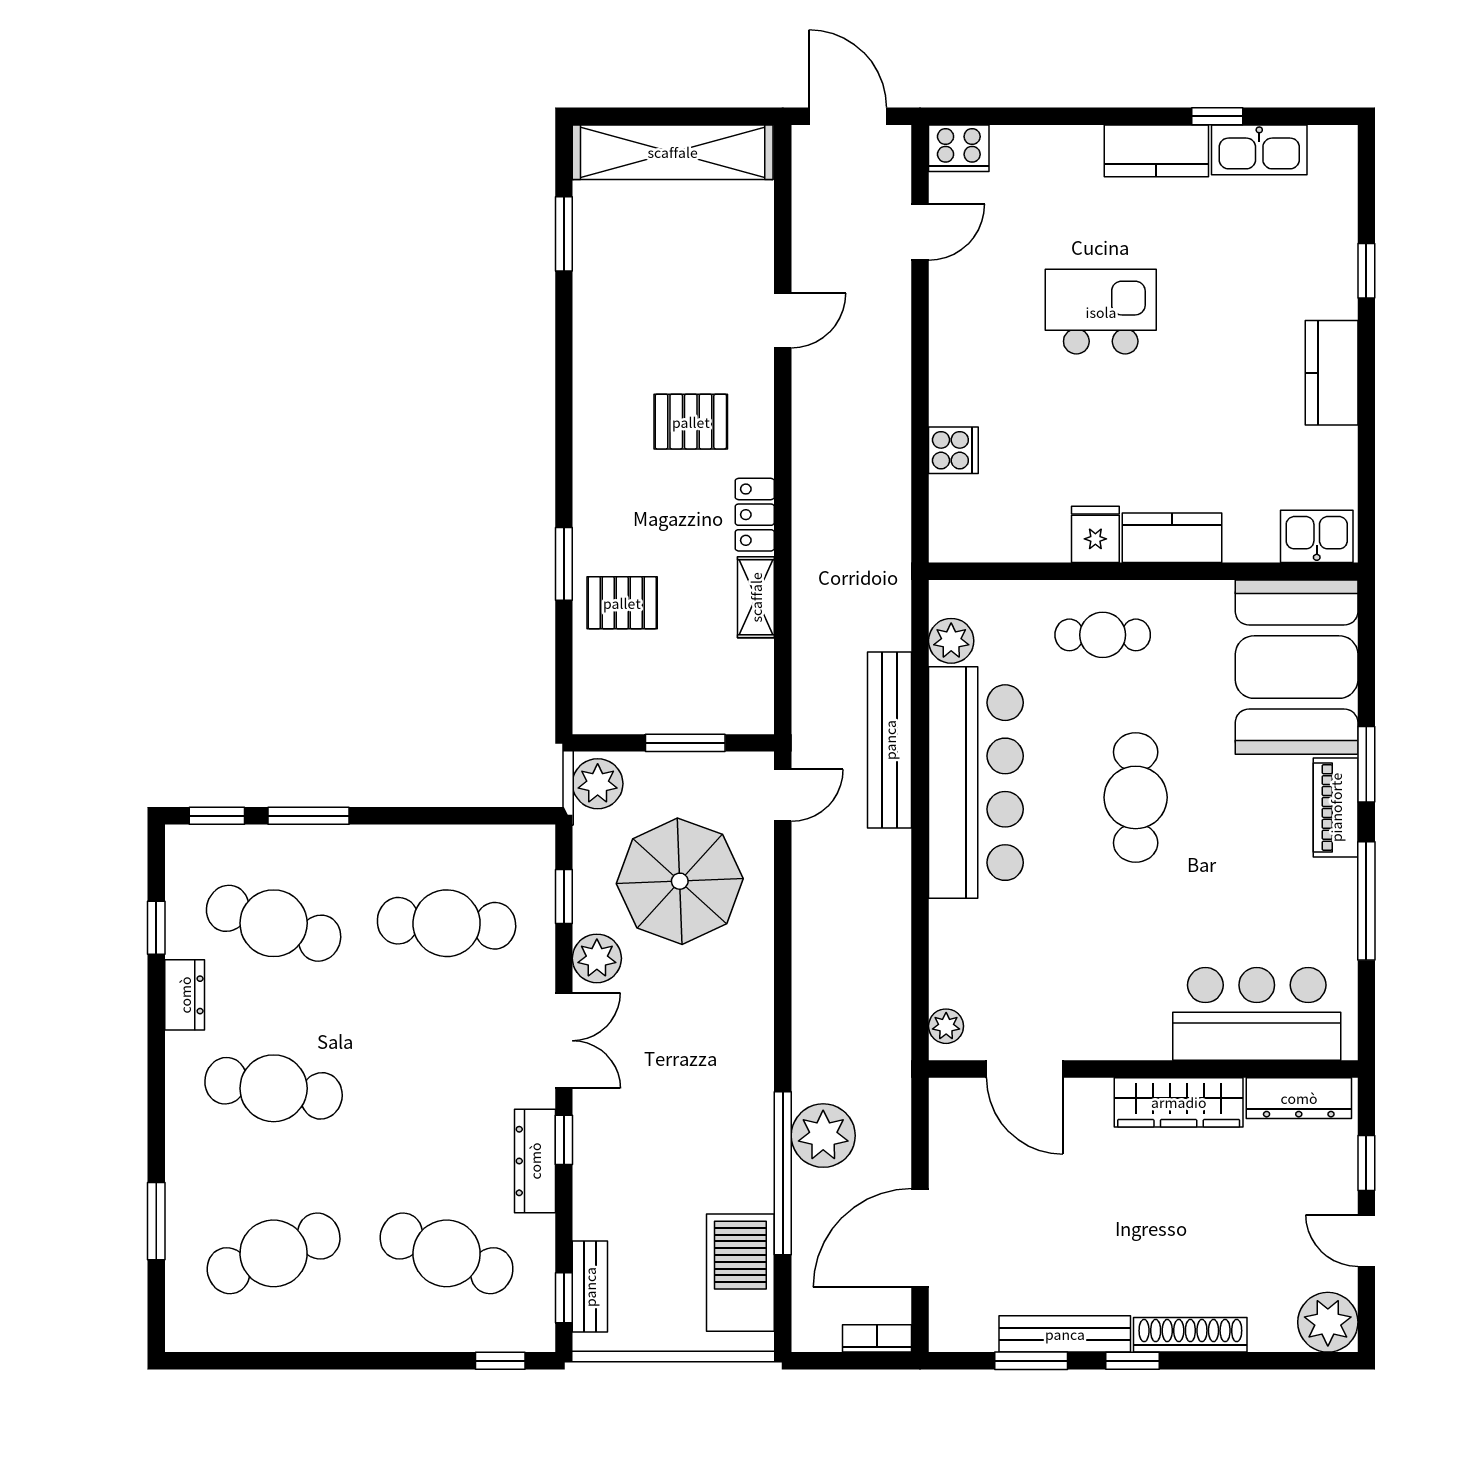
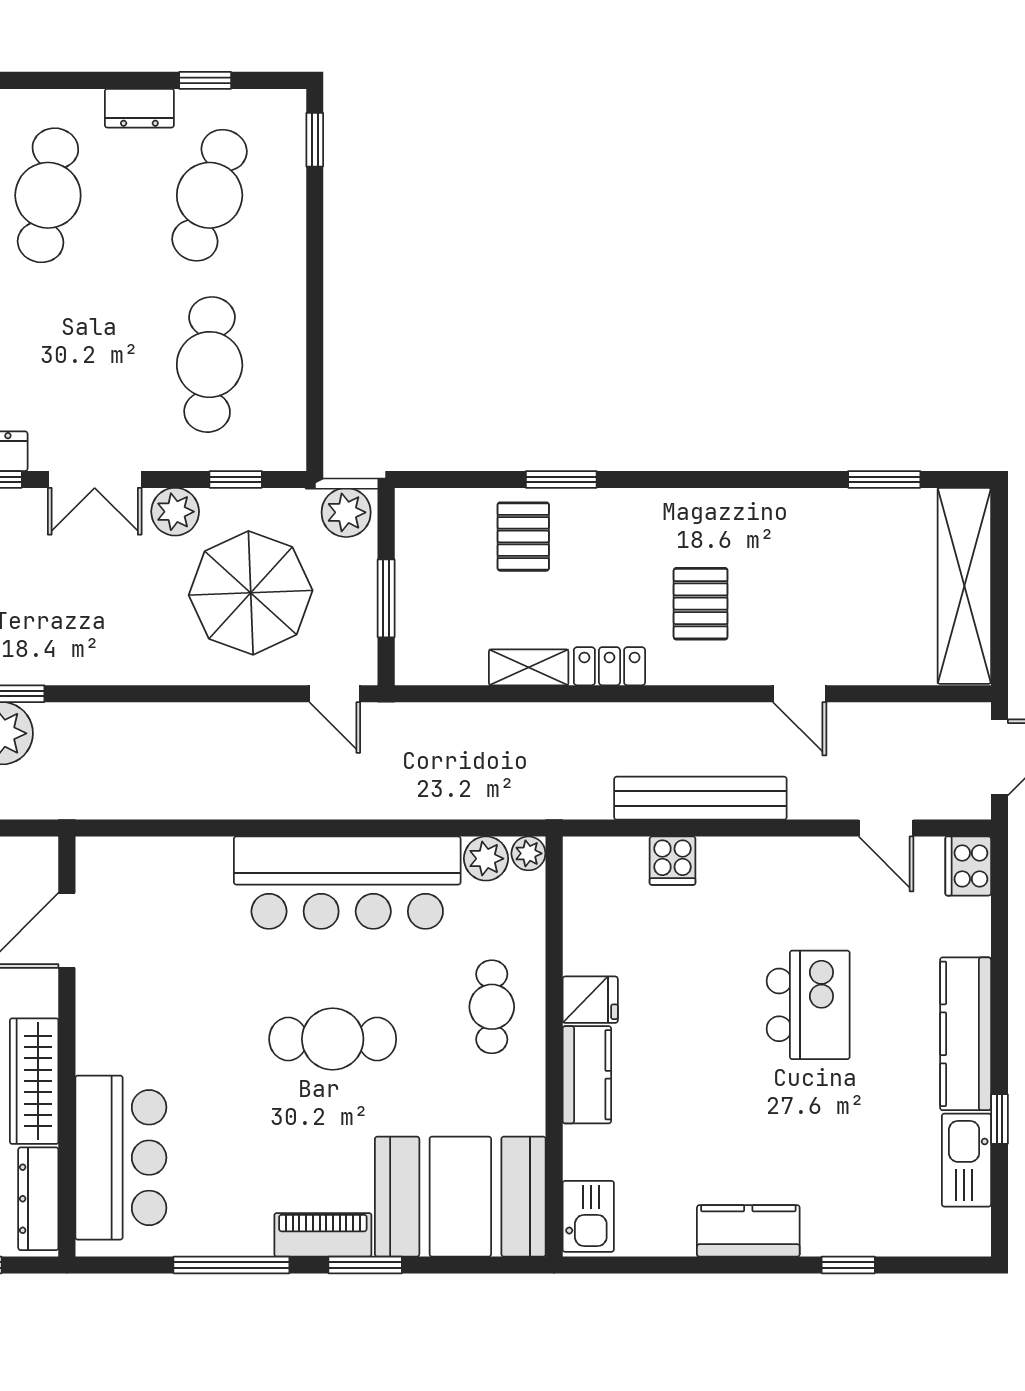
kitchen counter: (1156, 151) -> (966, 1034), width x1.50
bench: (890, 740) -> (700, 798), moved
window: (309, 816) -> (315, 229), removed
plant: (946, 1026) -> (528, 853), moved

